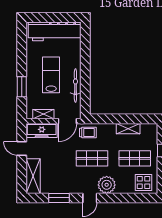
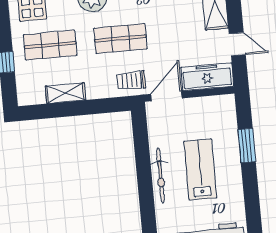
lab bench: (51, 75) -> (200, 169), turned 180
bicycle: (75, 85) -> (160, 176), moved
shelving: (43, 114) -> (207, 104), removed

